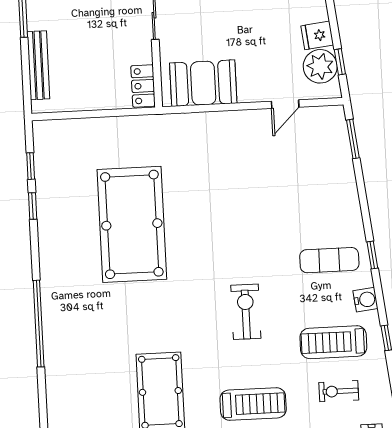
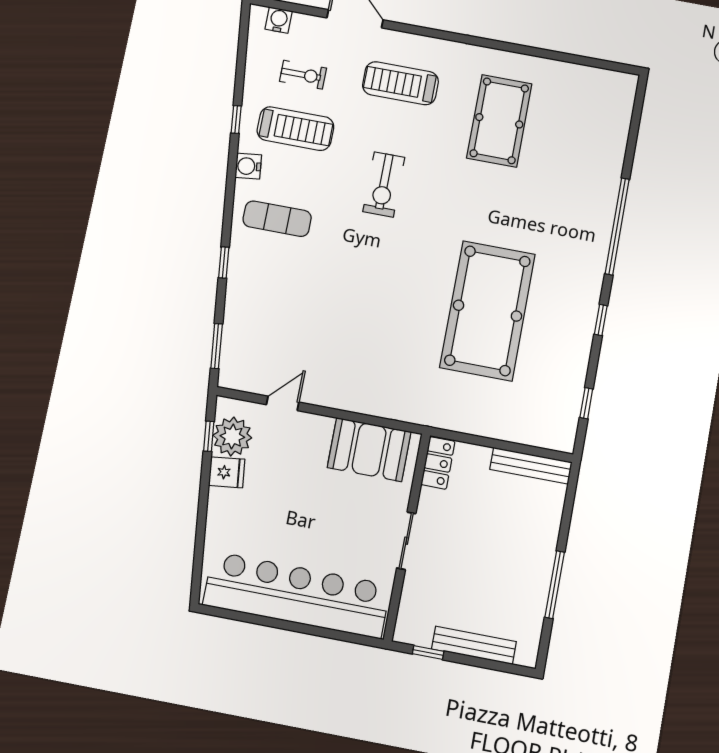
bench: (38, 65) -> (531, 466), moved, turned 90
window: (33, 206) -> (601, 320), moved
window: (372, 255) -> (224, 263), moved

